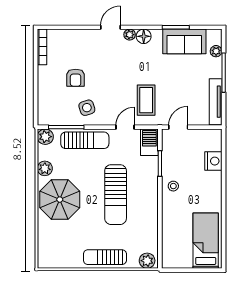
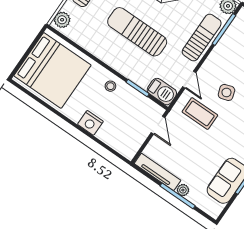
plant: (216, 51) -> (183, 190), moved
side table: (87, 108) -> (226, 92), moved
sun lounger: (85, 140) -> (202, 38), turned 180
nightstand: (213, 161) -> (90, 123), moved
bed: (206, 241) -> (52, 70), width x2.04

